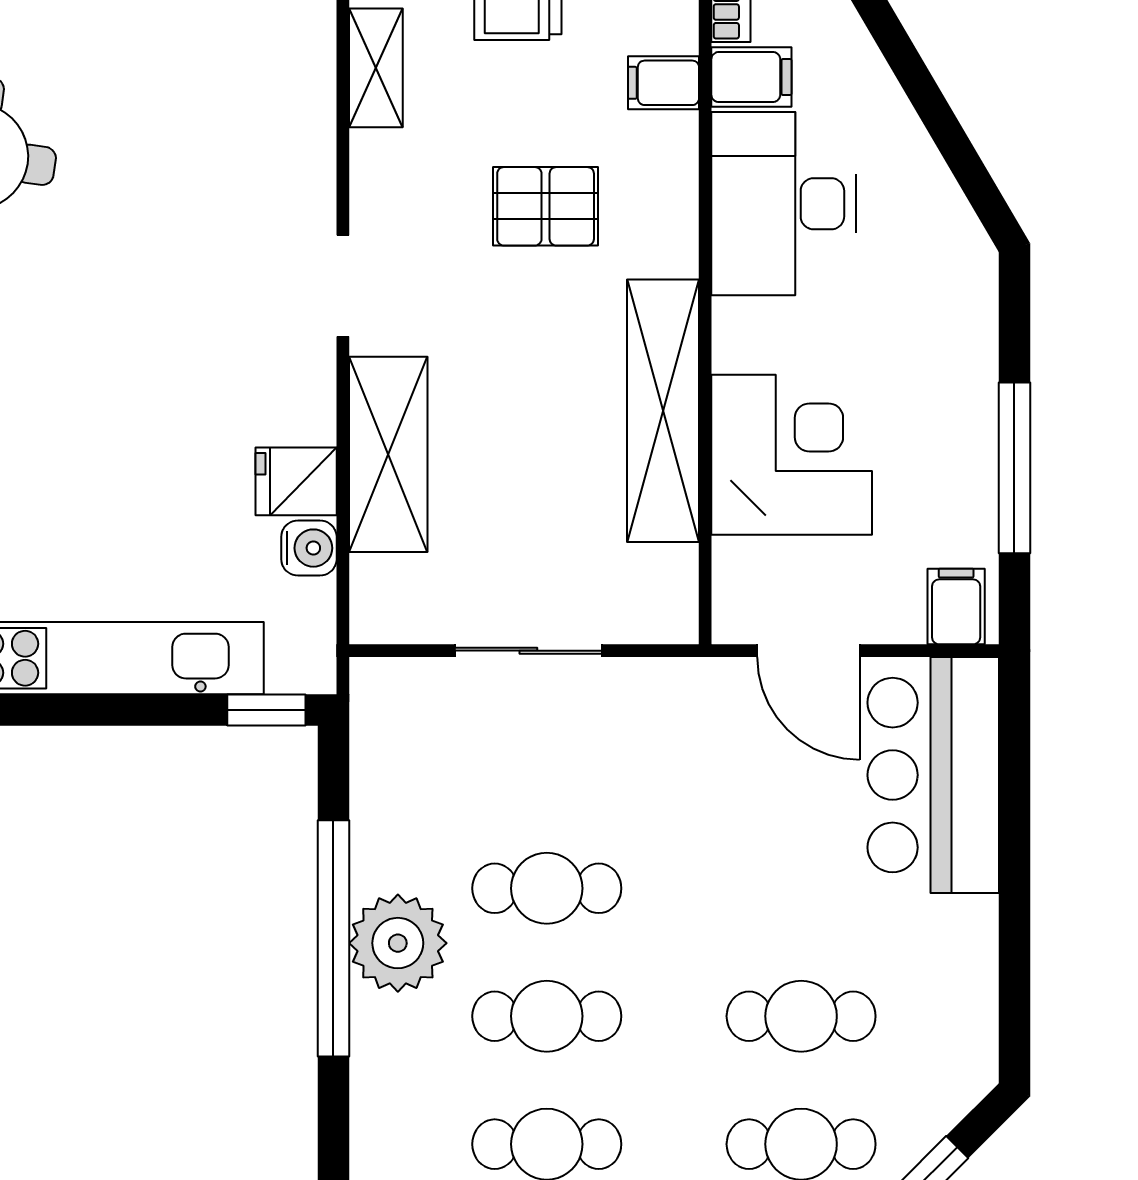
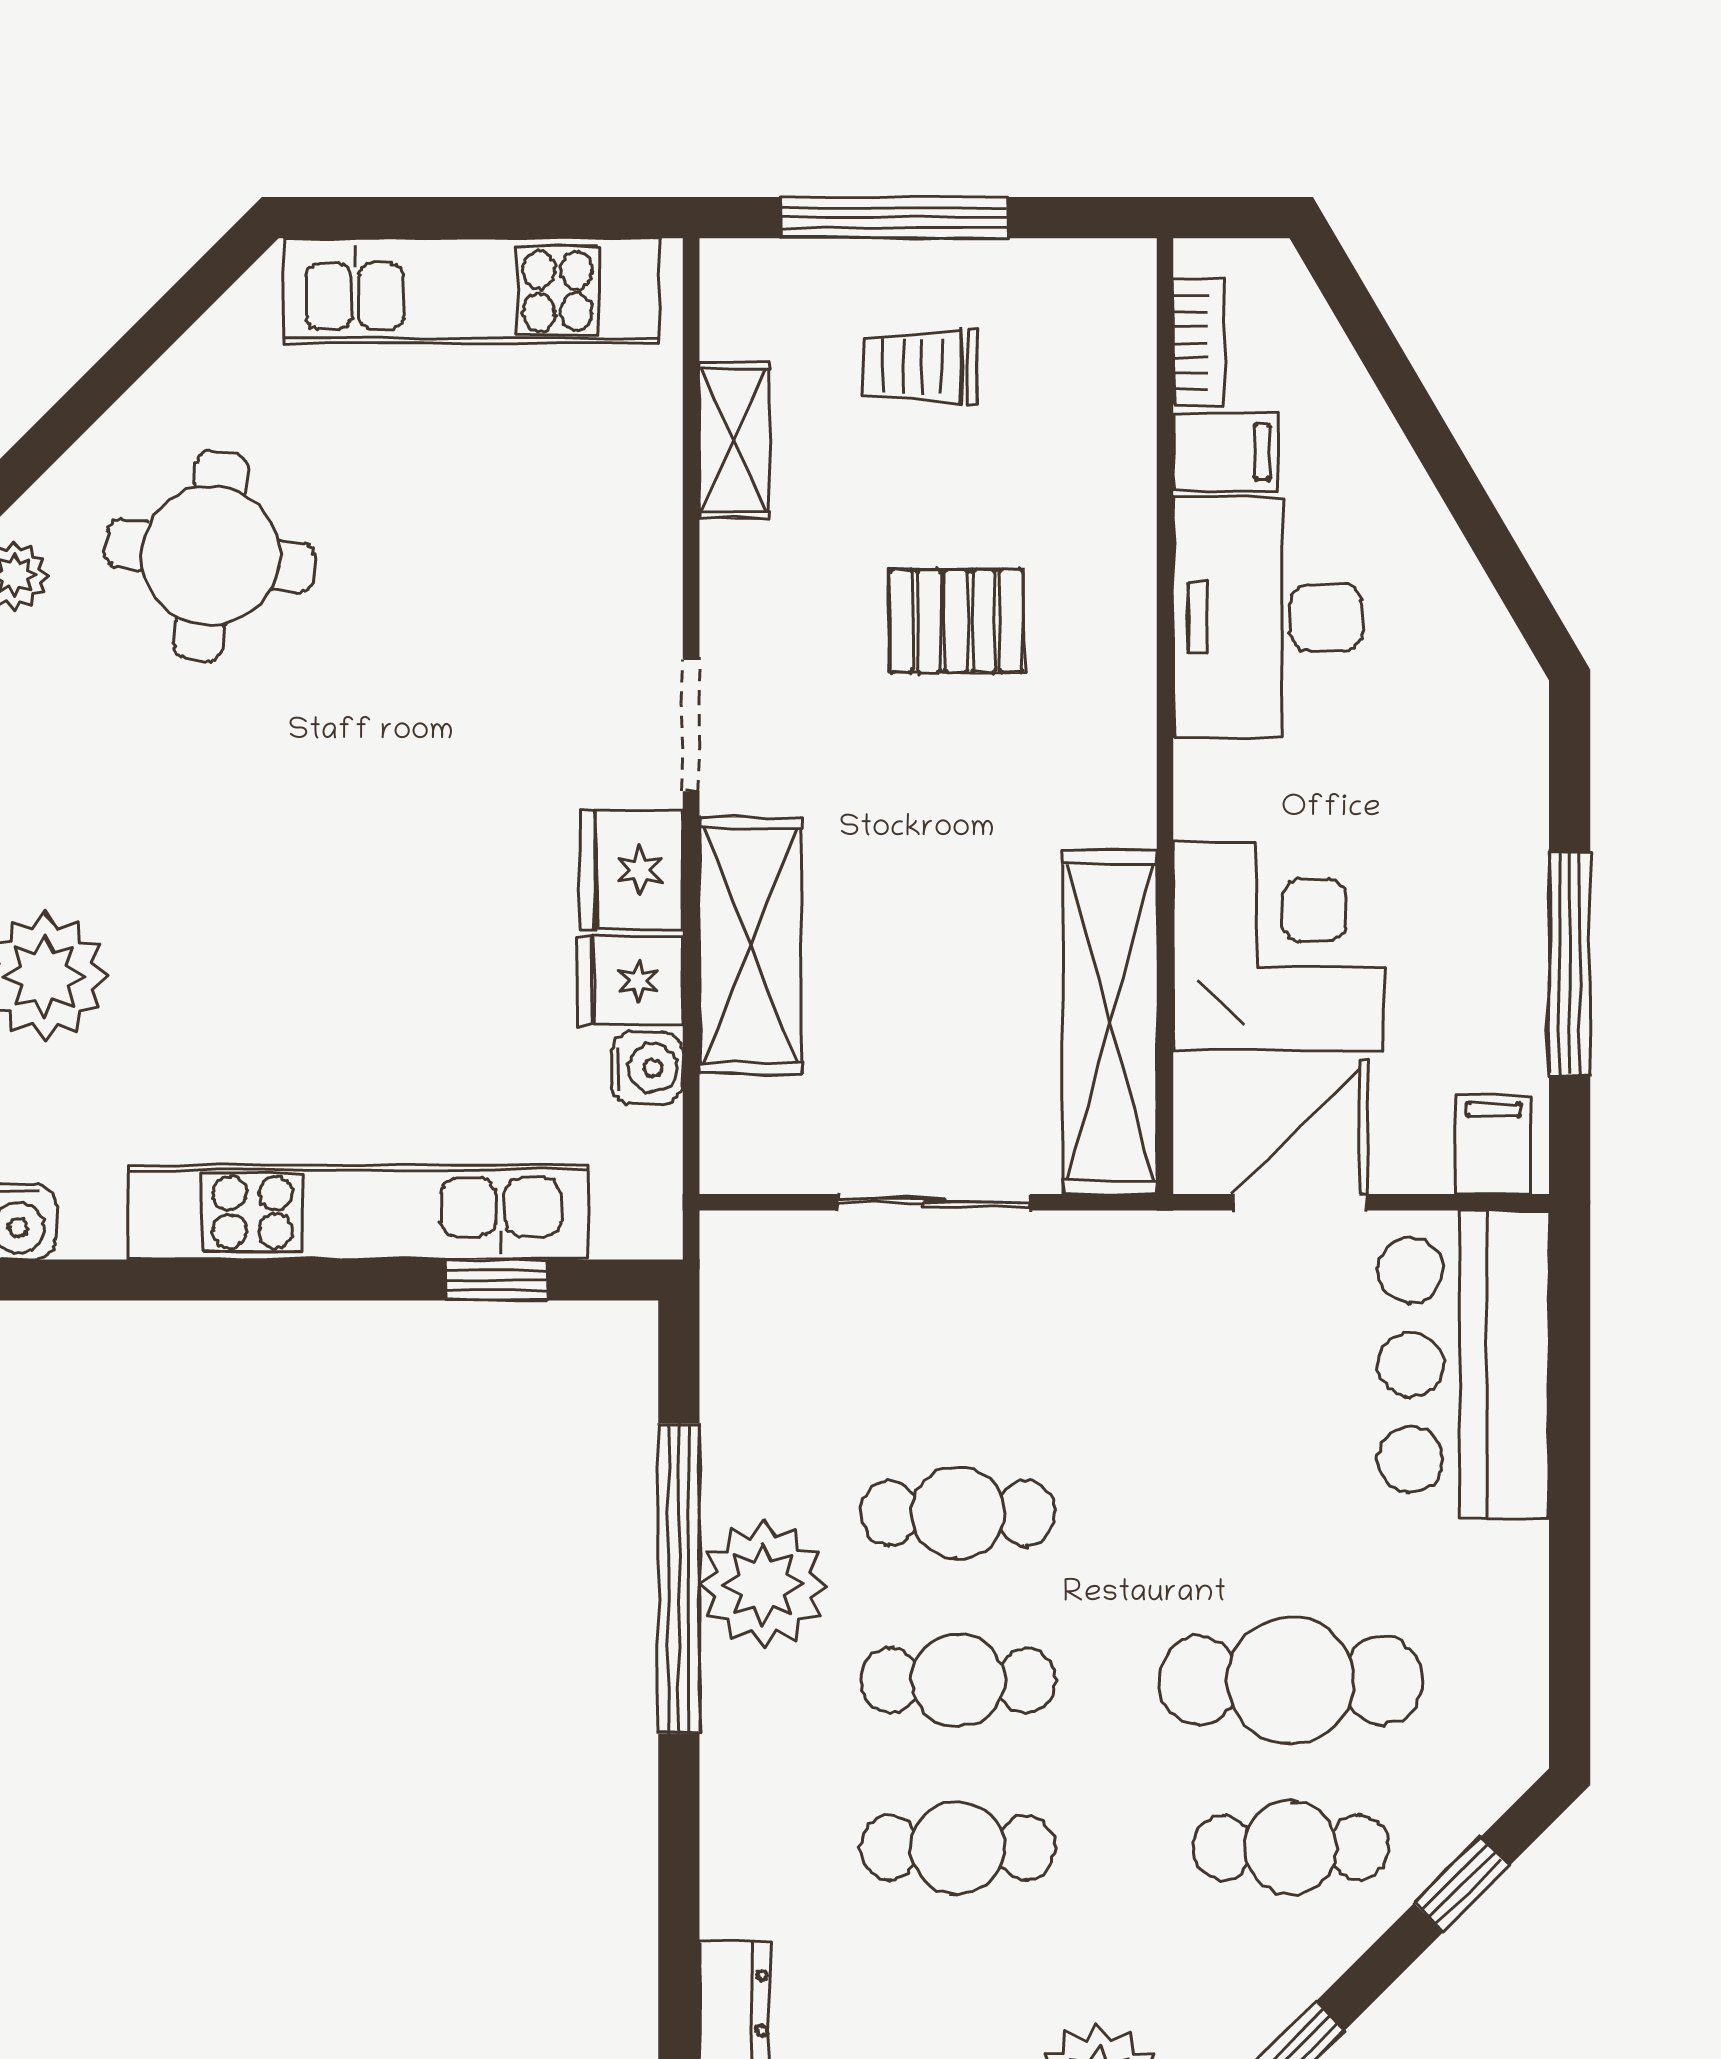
filing cabinet: (663, 83) -> (1111, 459), removed
fridge: (297, 397) -> (631, 870), added
shelving: (663, 411) -> (1110, 1022), moved
door: (808, 651) -> (1300, 1202), swing flipped
window: (266, 710) -> (496, 1280), moved
cafe table: (801, 1016) -> (1291, 1680), width x1.37, depth x1.35

